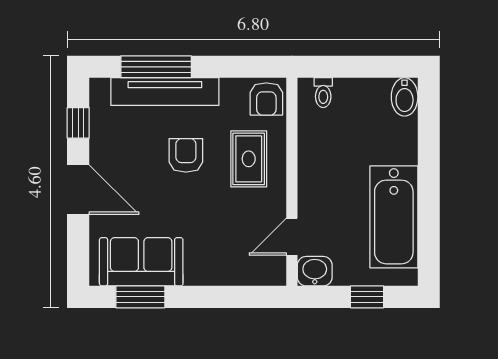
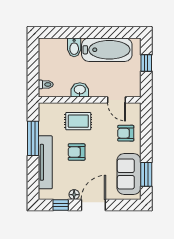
window: (156, 67) -> (33, 138), moved
bidet: (405, 97) -> (74, 47), moved, turned 90
armchair: (266, 99) -> (126, 133), moved, turned 180
floor lamp: (99, 150) -> (74, 195), added
washbasin: (315, 271) -> (80, 90), moved, turned 90

